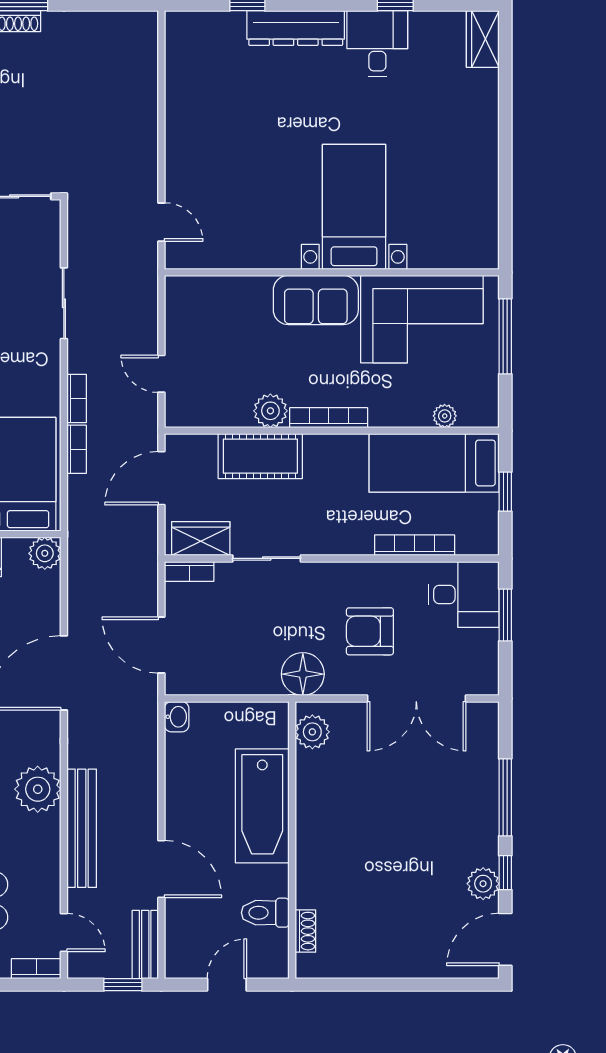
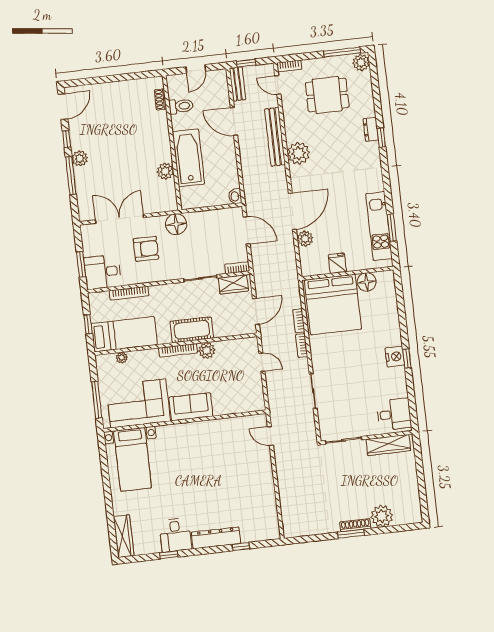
wardrobe: (483, 39) -> (124, 536), width x1.50
bed with nightstands: (354, 207) -> (133, 459), moved
cot: (260, 456) -> (192, 330), moved
plant: (45, 553) -> (305, 239), moved
plant: (312, 732) -> (165, 171), moved
plant: (483, 884) -> (80, 158), moved

